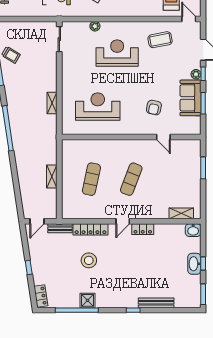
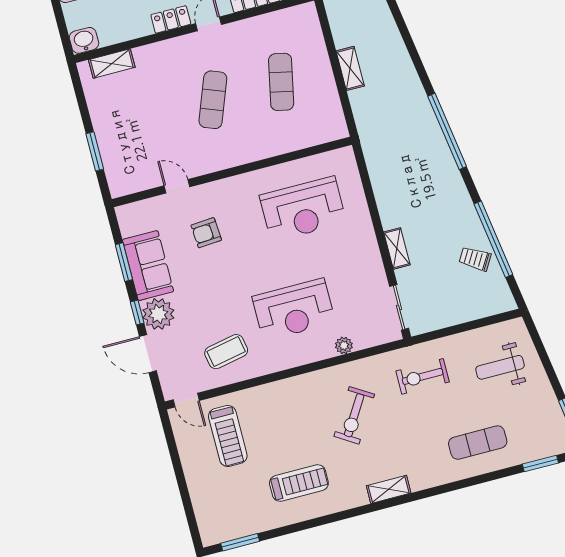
plant: (196, 74) -> (158, 314), width x1.87, depth x1.87
shelving: (52, 103) -> (397, 248), moved
armchair: (154, 108) -> (206, 233), turned -106

